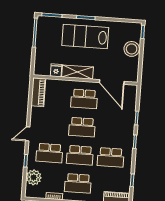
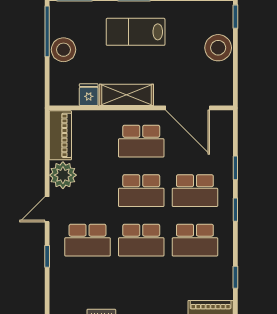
lab bench: (85, 37) -> (136, 32), width x0.73, depth x0.72
stool: (44, 44) -> (63, 50), added
plant: (34, 177) -> (63, 175), moved
school desk: (78, 183) -> (195, 191), moved

